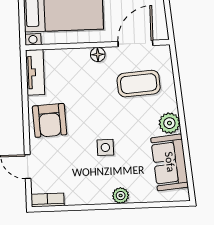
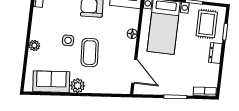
floor lamp: (98, 54) -> (132, 34), moved
coffee table: (139, 84) -> (90, 53), moved

